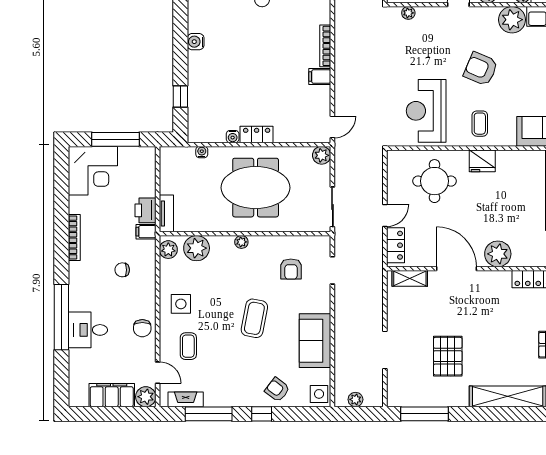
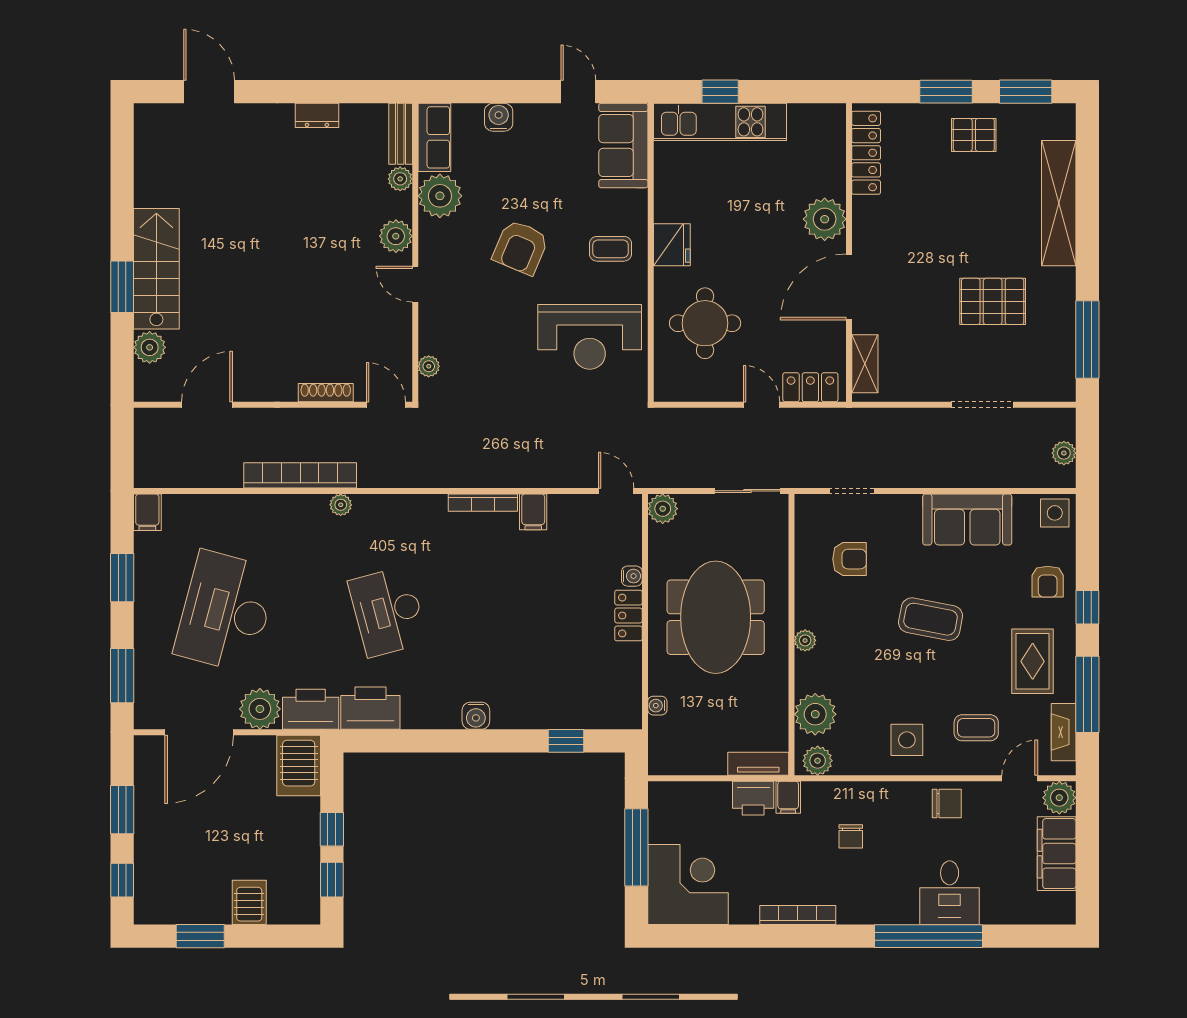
water cooler: (233, 137) -> (632, 576), moved
rug: (229, 380) -> (1033, 661), added
armchair: (277, 390) -> (1048, 582), turned -37

